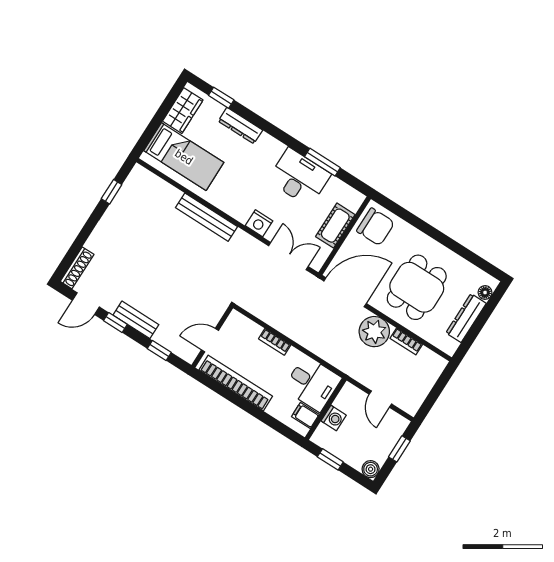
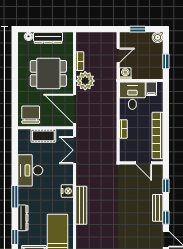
window: (322, 162) -> (15, 197), moved
nightstand: (259, 223) -> (67, 191), moved
washing machine: (334, 418) -> (125, 73), moved

